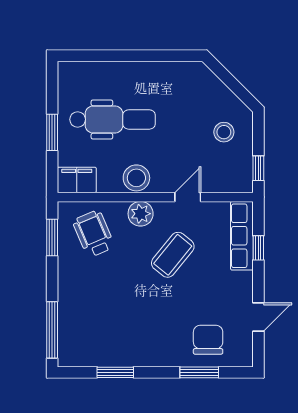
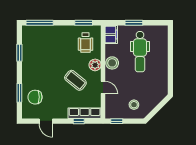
wheelchair: (94, 234) -> (86, 43), turned 113
chair: (208, 340) -> (35, 97), turned 180

